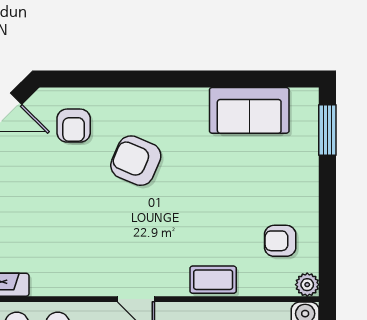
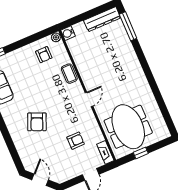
armchair: (74, 126) -> (76, 141), moved

